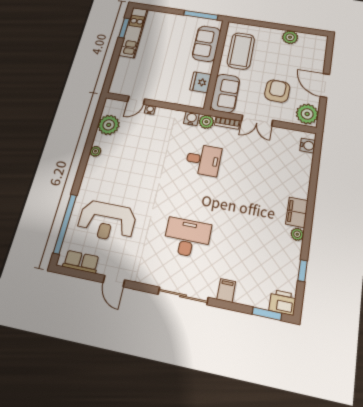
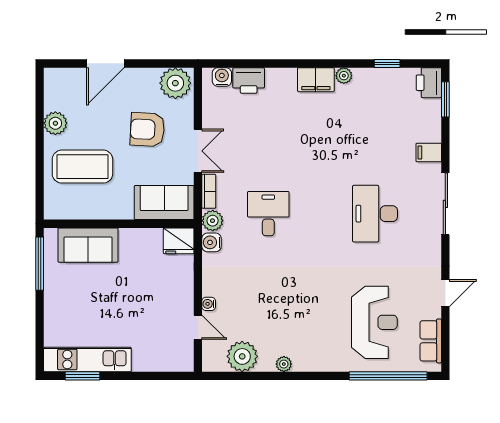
coffee table: (241, 51) -> (82, 167), moved
fridge: (201, 82) -> (179, 241), moved
door: (325, 86) -> (105, 63), moved
printer: (303, 163) -> (249, 80), added

